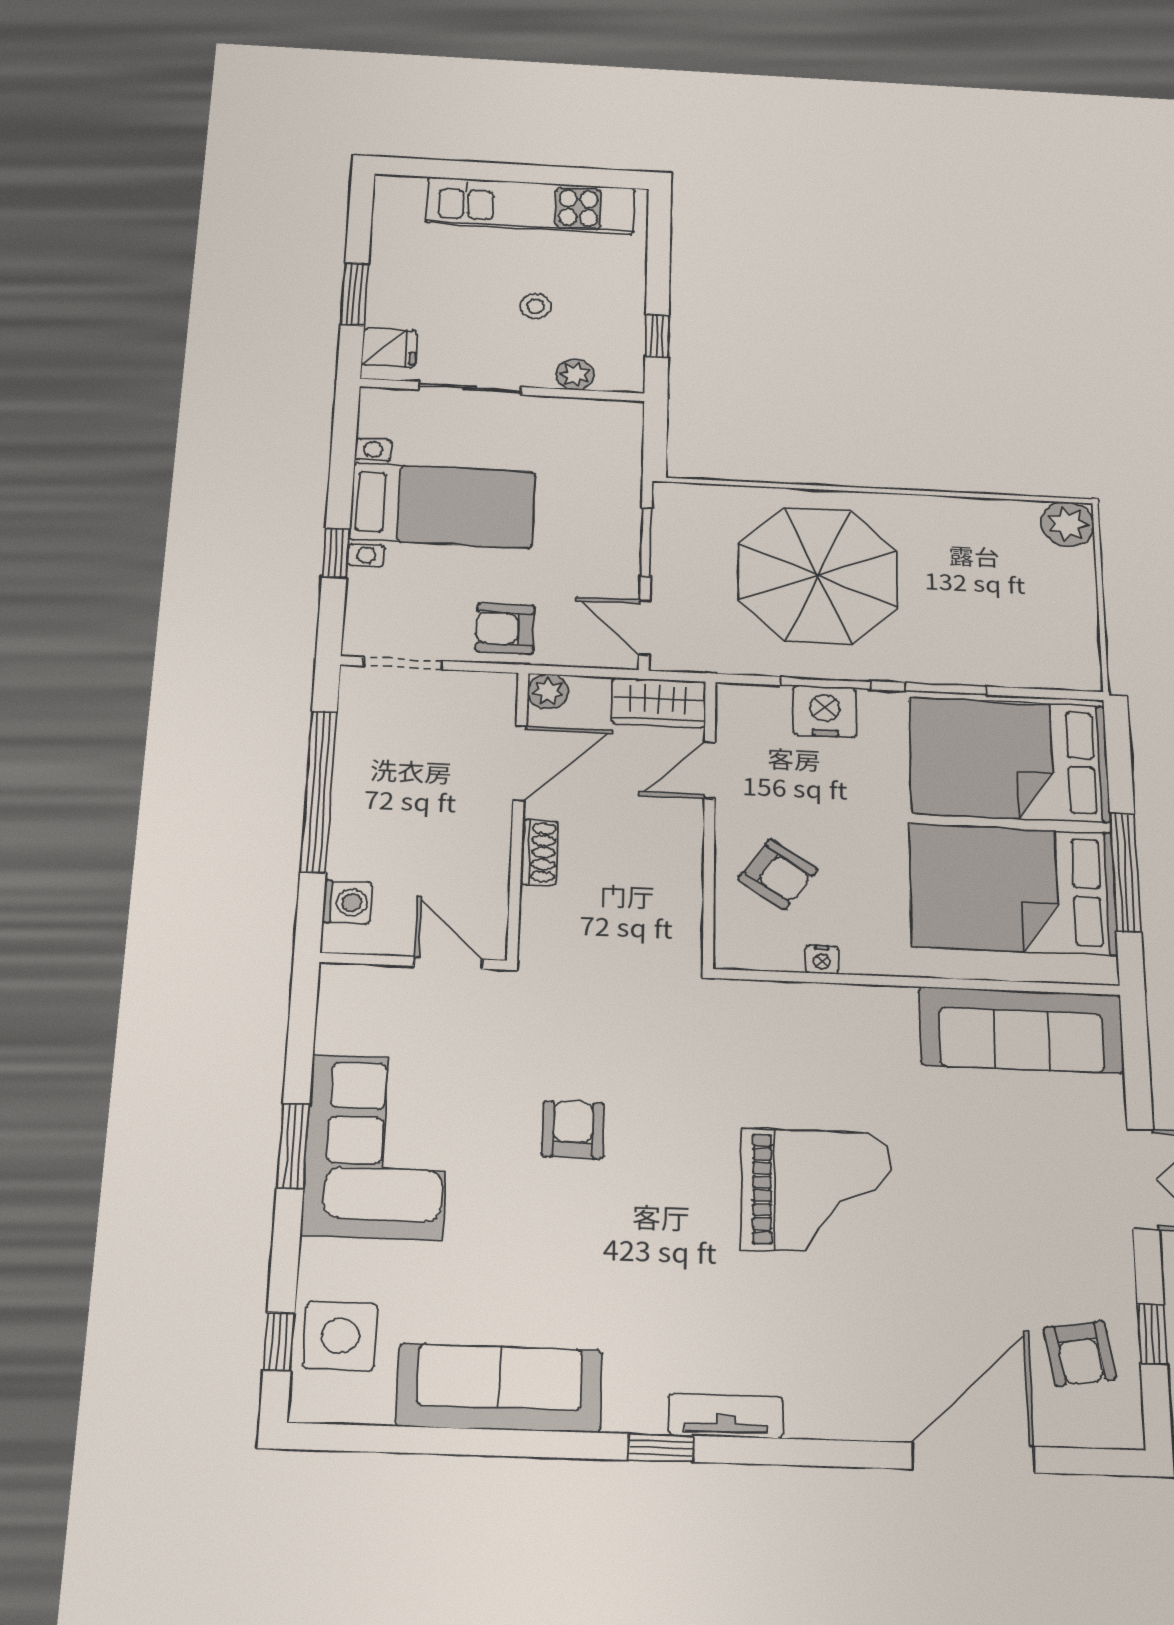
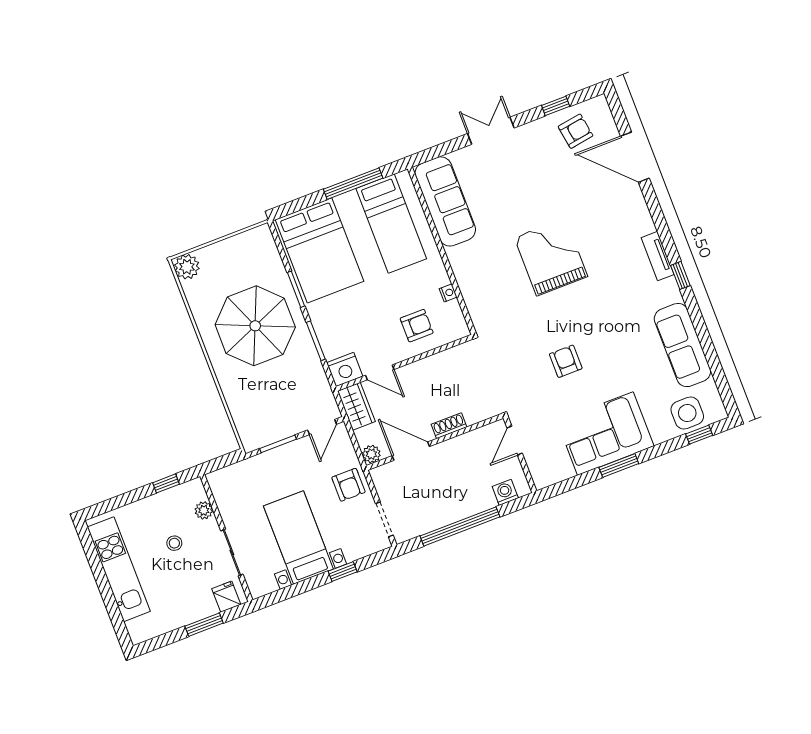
parasol: (818, 575) -> (255, 326), moved
nightstand: (825, 712) -> (345, 370), moved, turned -90
armchair: (778, 874) -> (417, 326), turned 55
bed: (1013, 889) -> (391, 224), width x0.67
armchair: (573, 1130) -> (566, 361), turned 90

